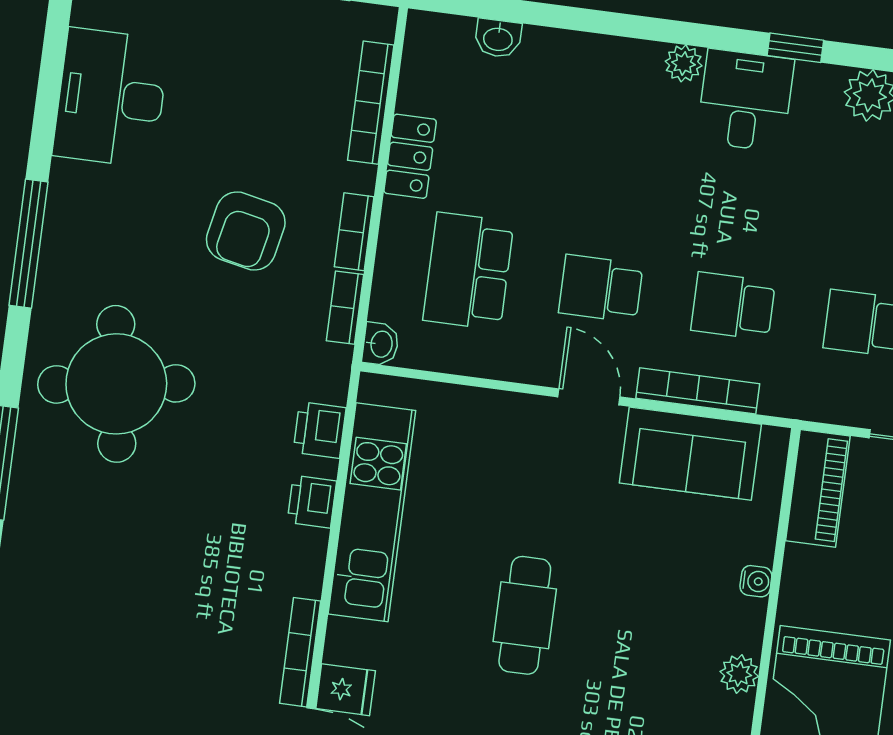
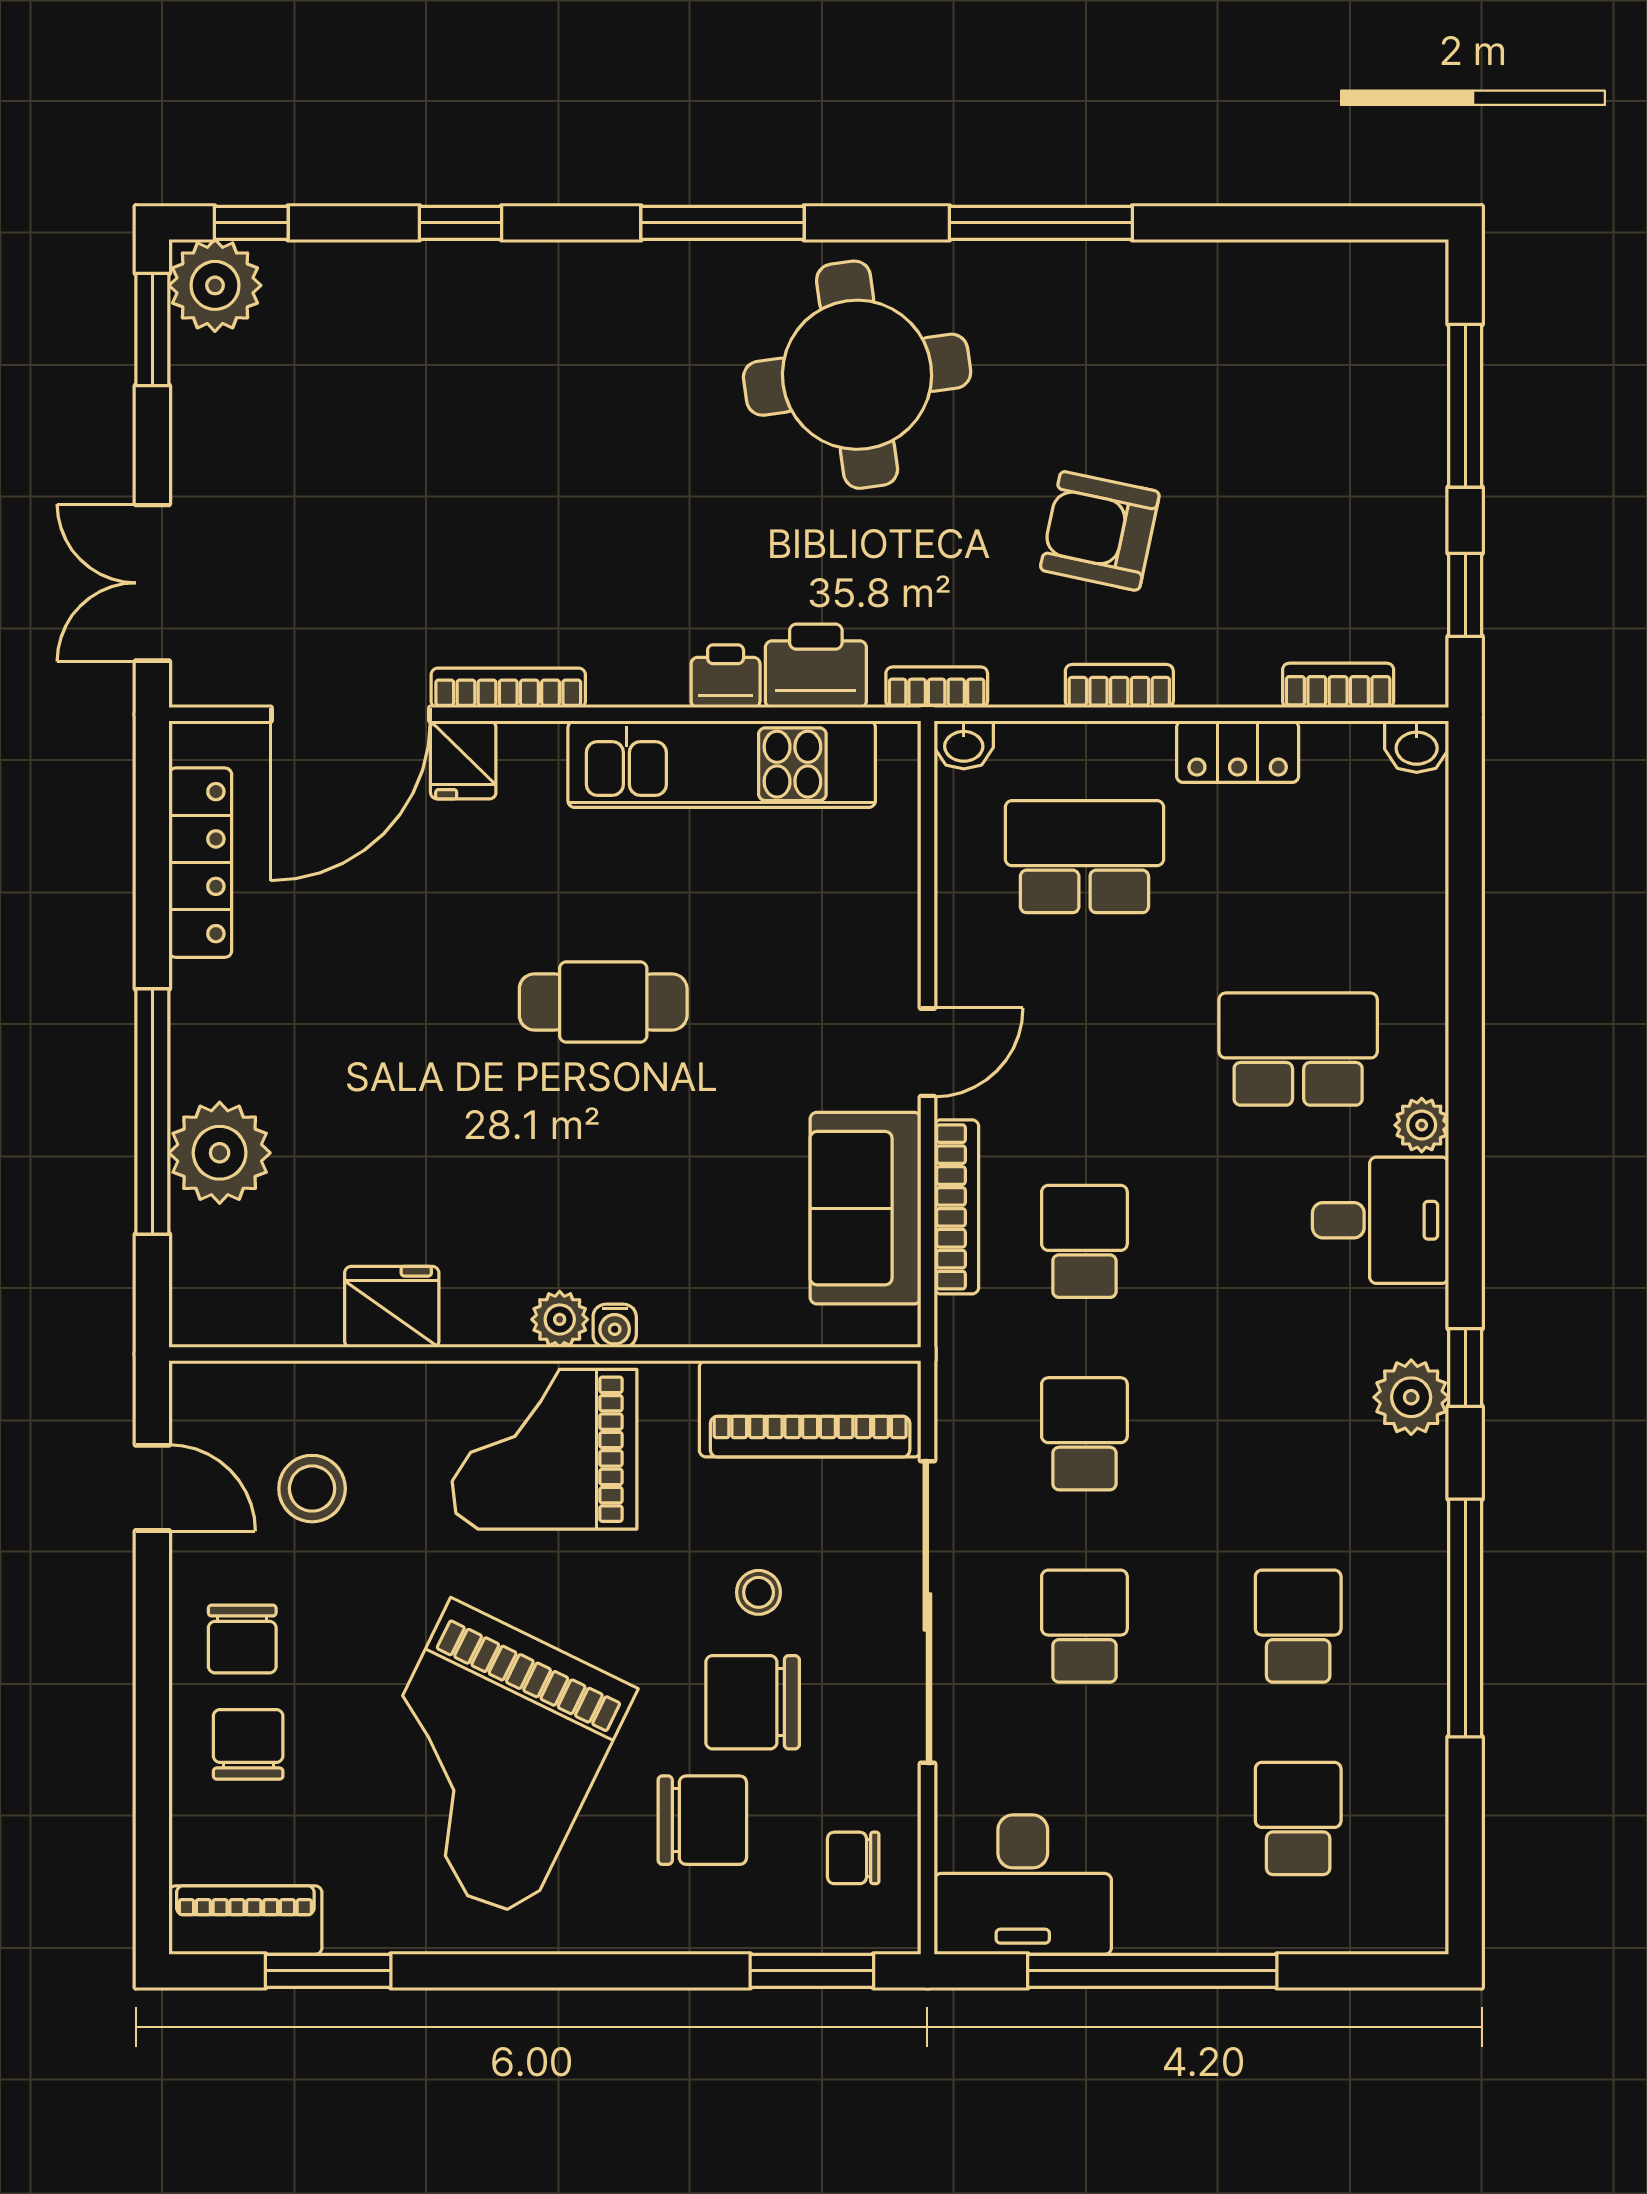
washbasin: (498, 38) -> (1417, 747), moved, turned -90
window: (795, 48) -> (1465, 1367), moved
desk: (111, 98) -> (1265, 313), removed
bookcase: (371, 103) -> (1338, 685), width x0.64
school desk: (601, 289) -> (1298, 1049), moved, width x1.85
bookcase: (345, 308) -> (937, 687), moved
printer: (320, 430) -> (816, 666), width x1.36, depth x1.24
piano: (818, 488) -> (810, 1409), width x1.37, depth x1.33
water cooler: (756, 581) -> (615, 1326), moved

